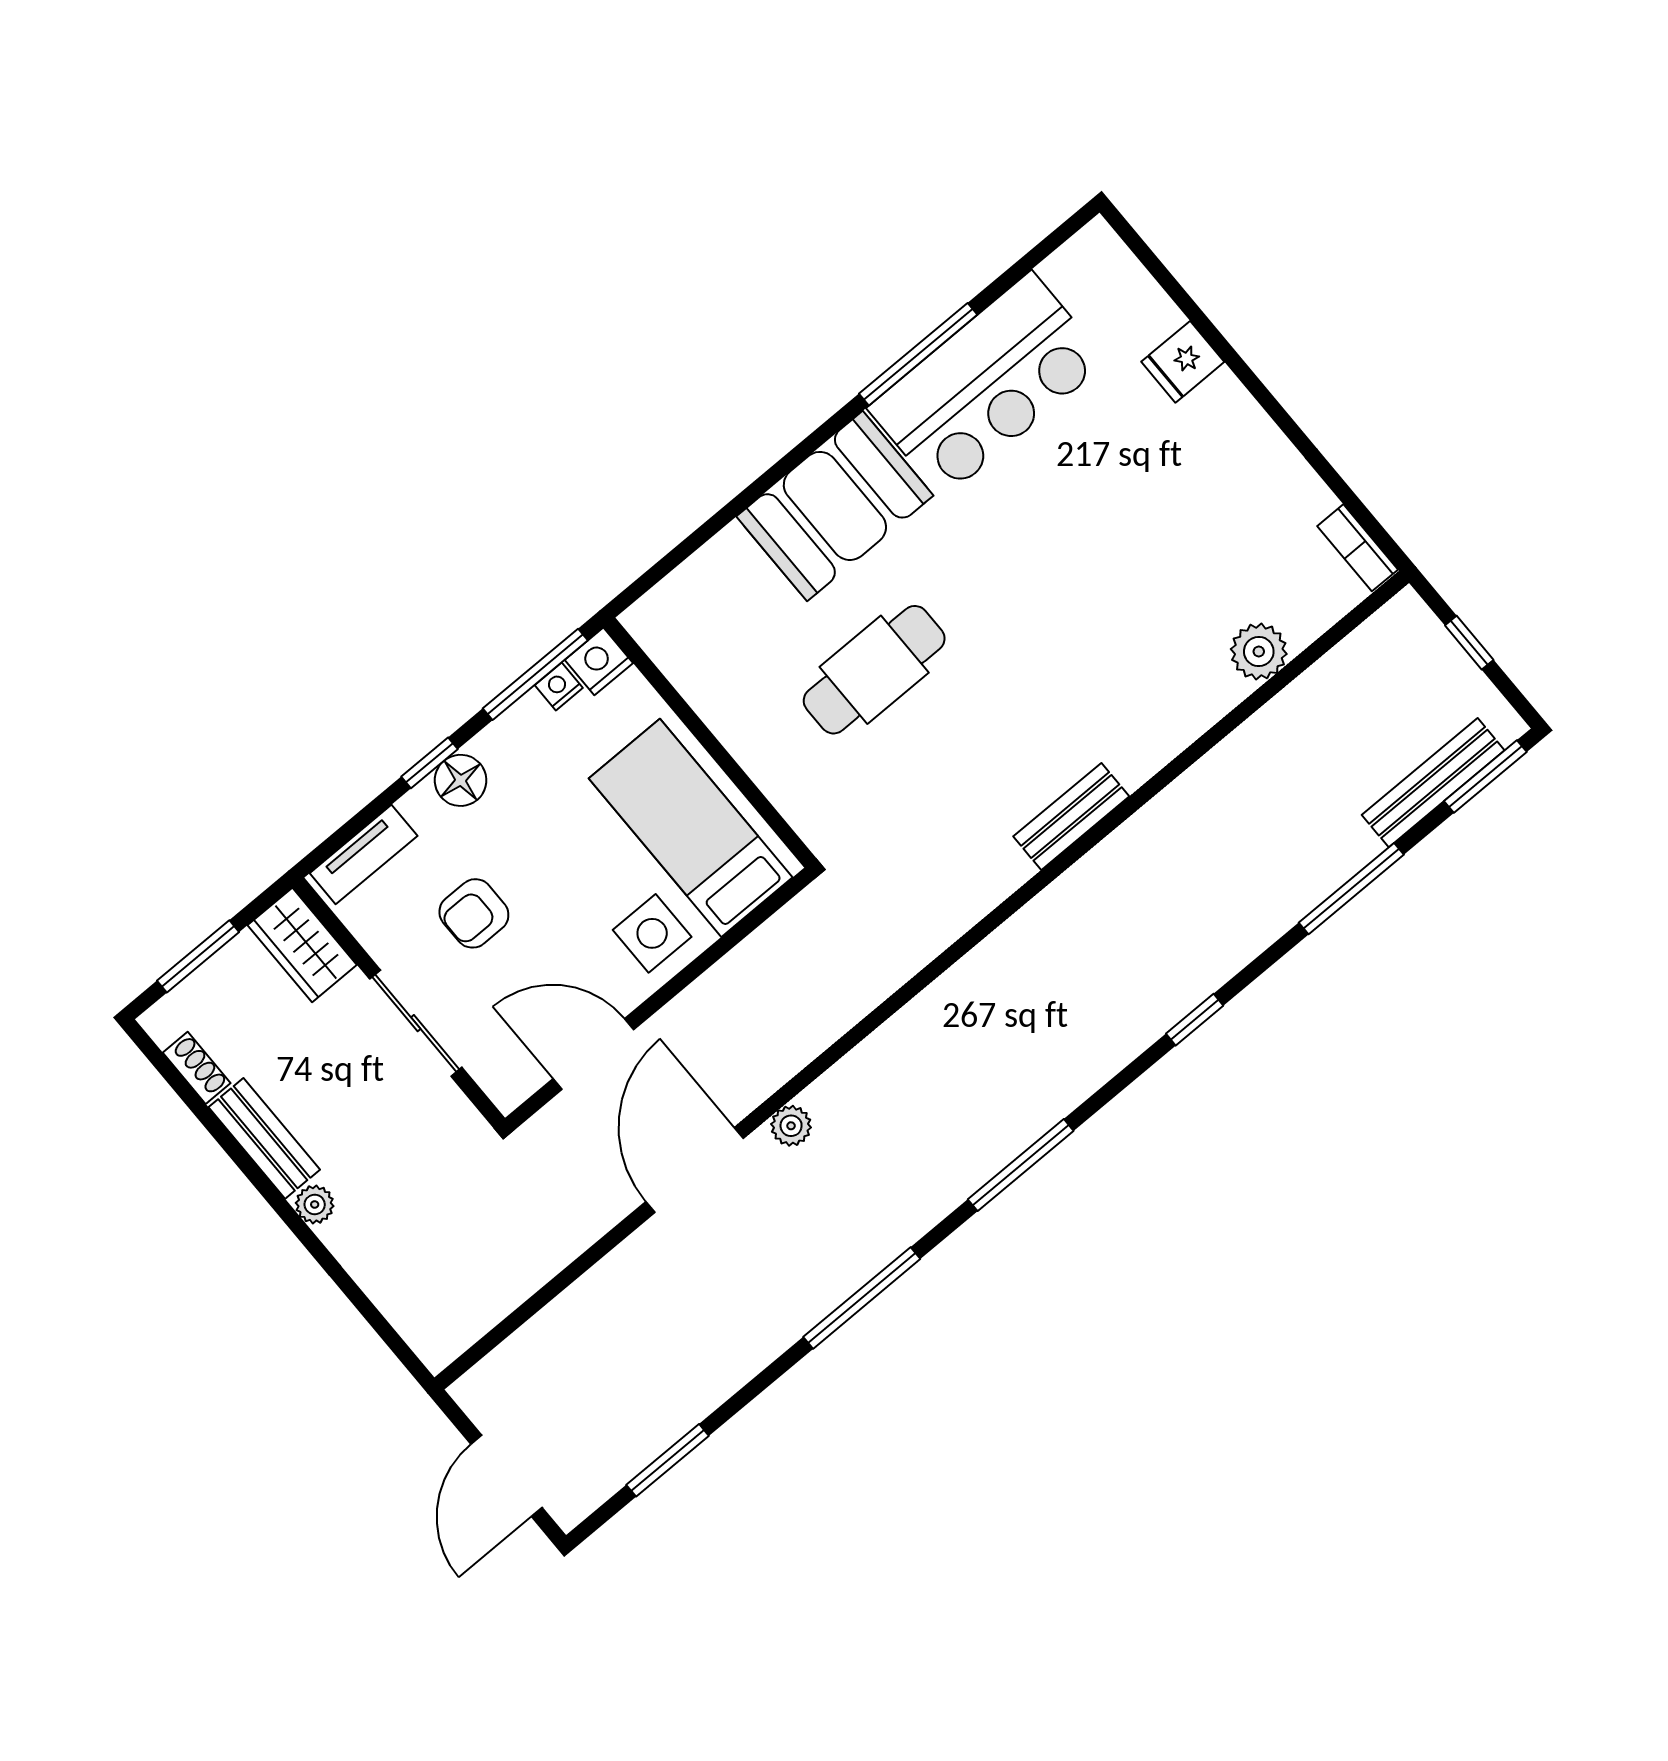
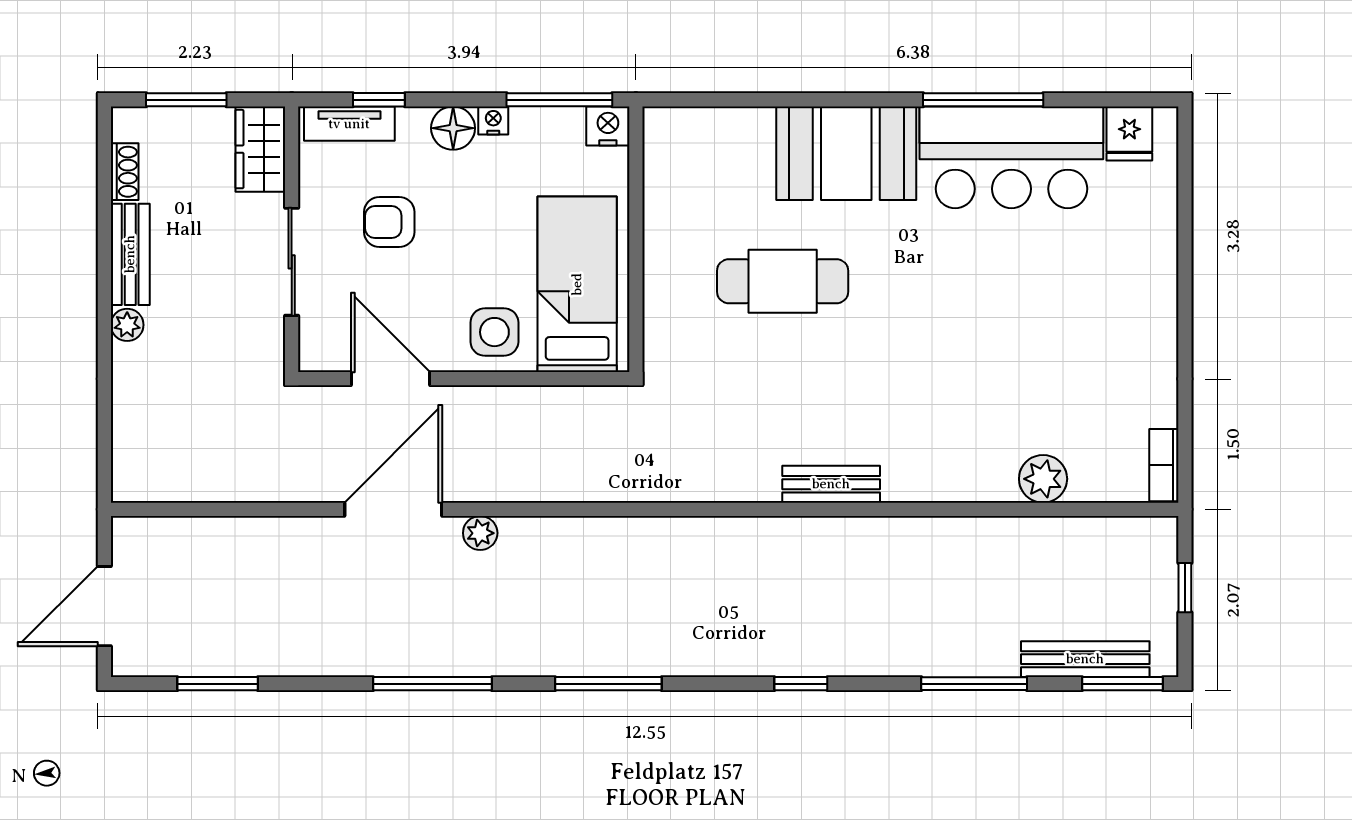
fridge: (1183, 362) -> (1129, 133), moved, turned -90
nightstand: (559, 686) -> (493, 120), moved
window: (429, 763) -> (379, 100), moved

